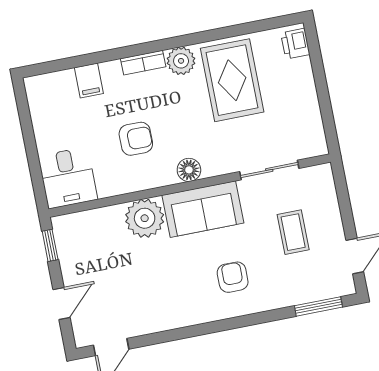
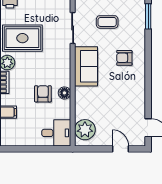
floor lamp: (189, 170) -> (64, 93), moved
plant: (145, 218) -> (85, 130), moved
window: (50, 245) -> (89, 149), removed

